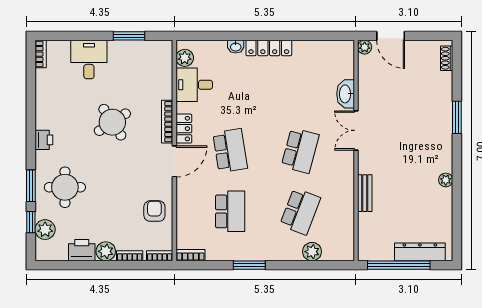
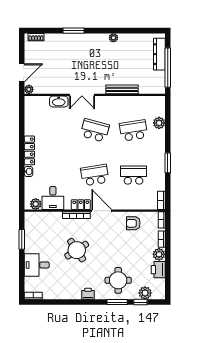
bench: (365, 193) -> (122, 89), width x1.36
school desk: (300, 211) -> (134, 130), turned -30

